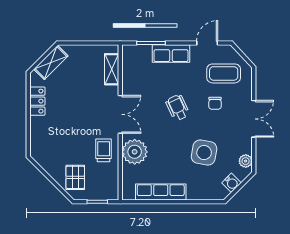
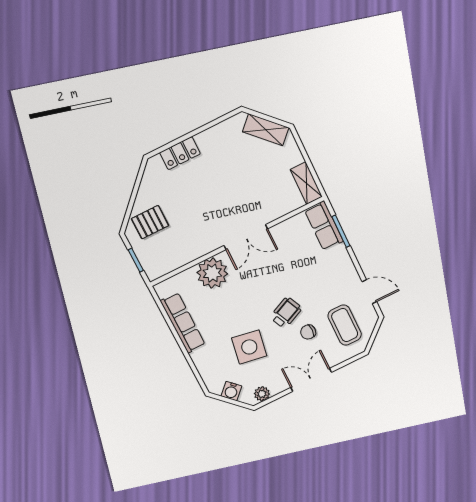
row of seats: (171, 53) -> (324, 226), moved
shelving: (112, 69) -> (306, 183), moved, turned 90
locker: (37, 101) -> (180, 153), moved
wheelchair: (178, 108) -> (286, 313), moved
double door: (254, 119) -> (311, 380), swing flipped
trolley: (104, 150) -> (196, 239), removed

